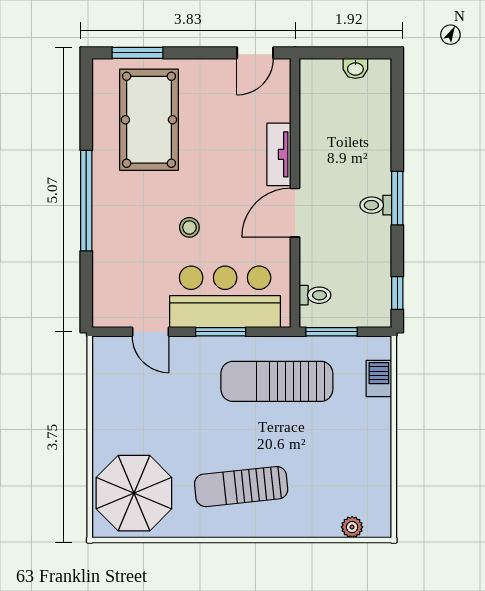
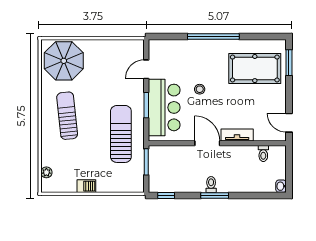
washbasin: (355, 68) -> (281, 186), moved
toilet: (315, 295) -> (263, 153), moved
barbecue: (379, 379) -> (86, 186), moved

